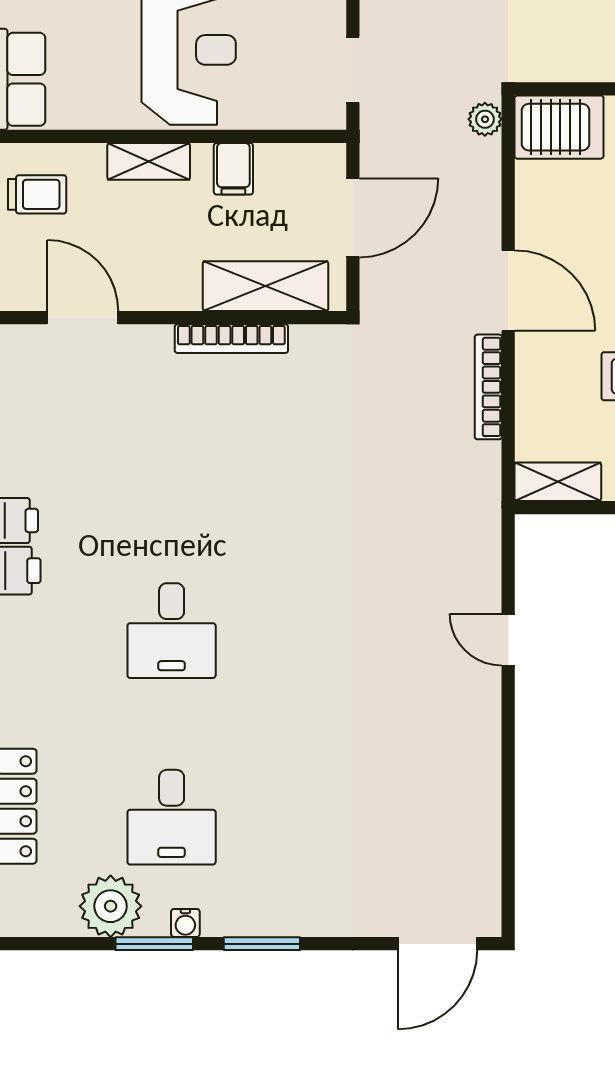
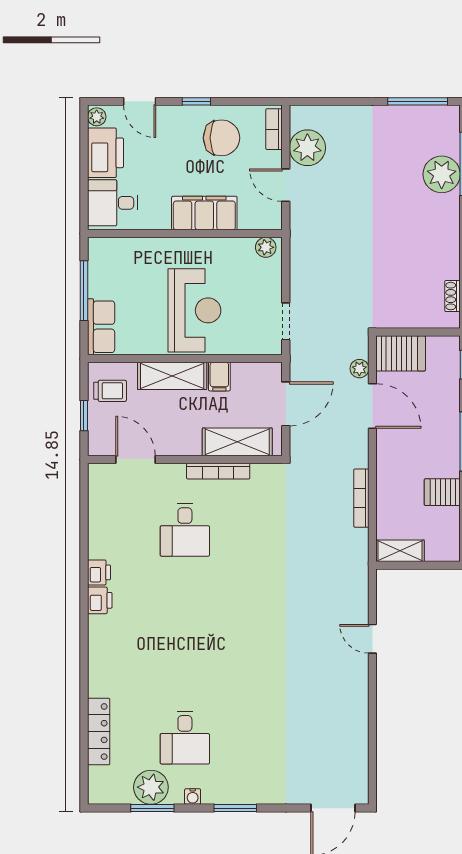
plant: (485, 119) -> (359, 369), moved
shelving: (149, 161) -> (172, 376), width x1.50, depth x1.33
door: (508, 290) -> (372, 406), moved
desk: (172, 631) -> (185, 530), moved
window: (154, 944) -> (152, 808), moved

